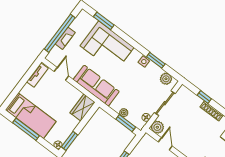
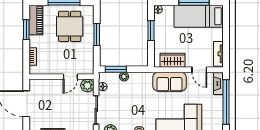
fireplace: (65, 38) -> (218, 84), moved
sofa: (96, 86) -> (169, 82), width x0.73
wardrobe: (83, 108) -> (172, 60), moved, turned -90
window: (70, 141) -> (151, 31), moved
door: (165, 144) -> (70, 77), hinge flipped

